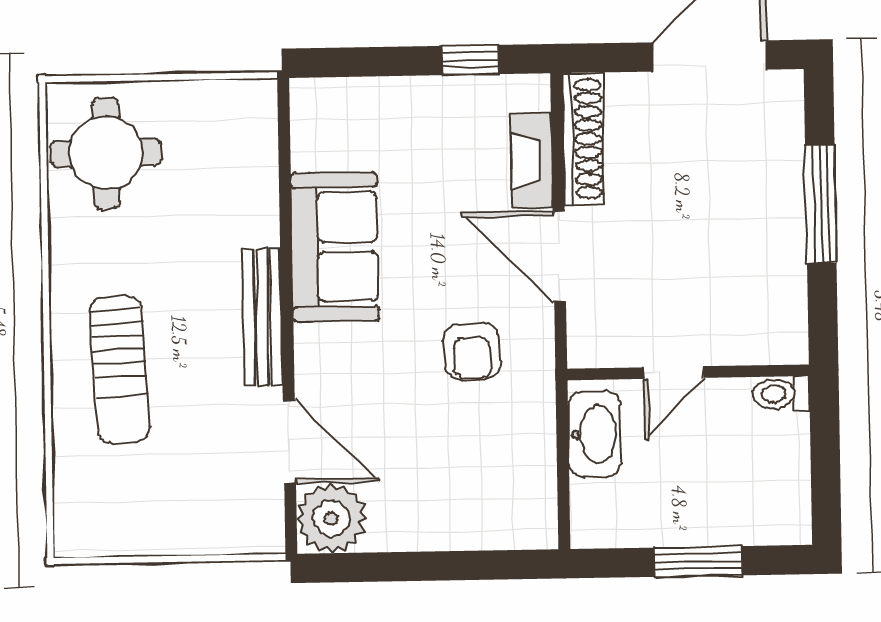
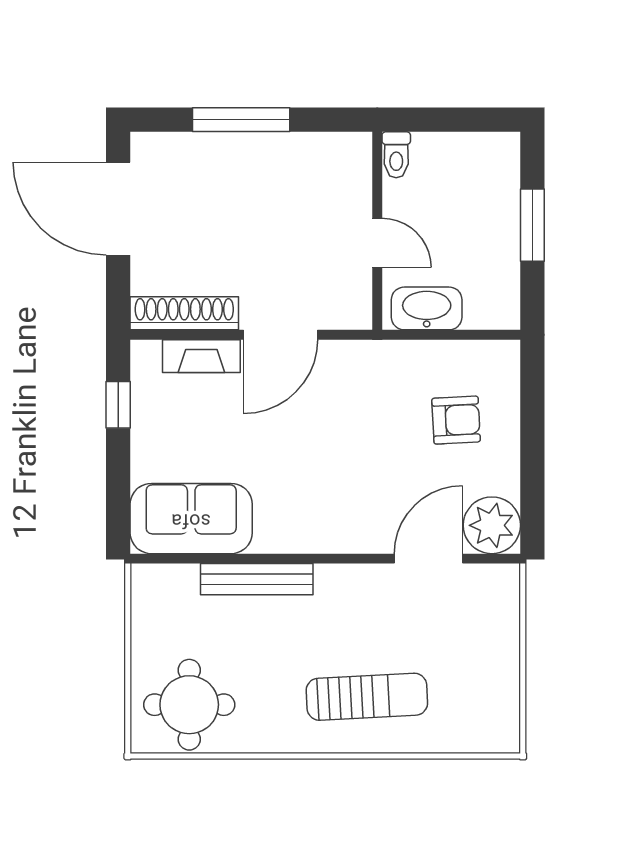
sofa: (335, 247) -> (191, 519), moved
bench: (262, 317) -> (257, 579), moved
armchair: (472, 351) -> (456, 420), moved

